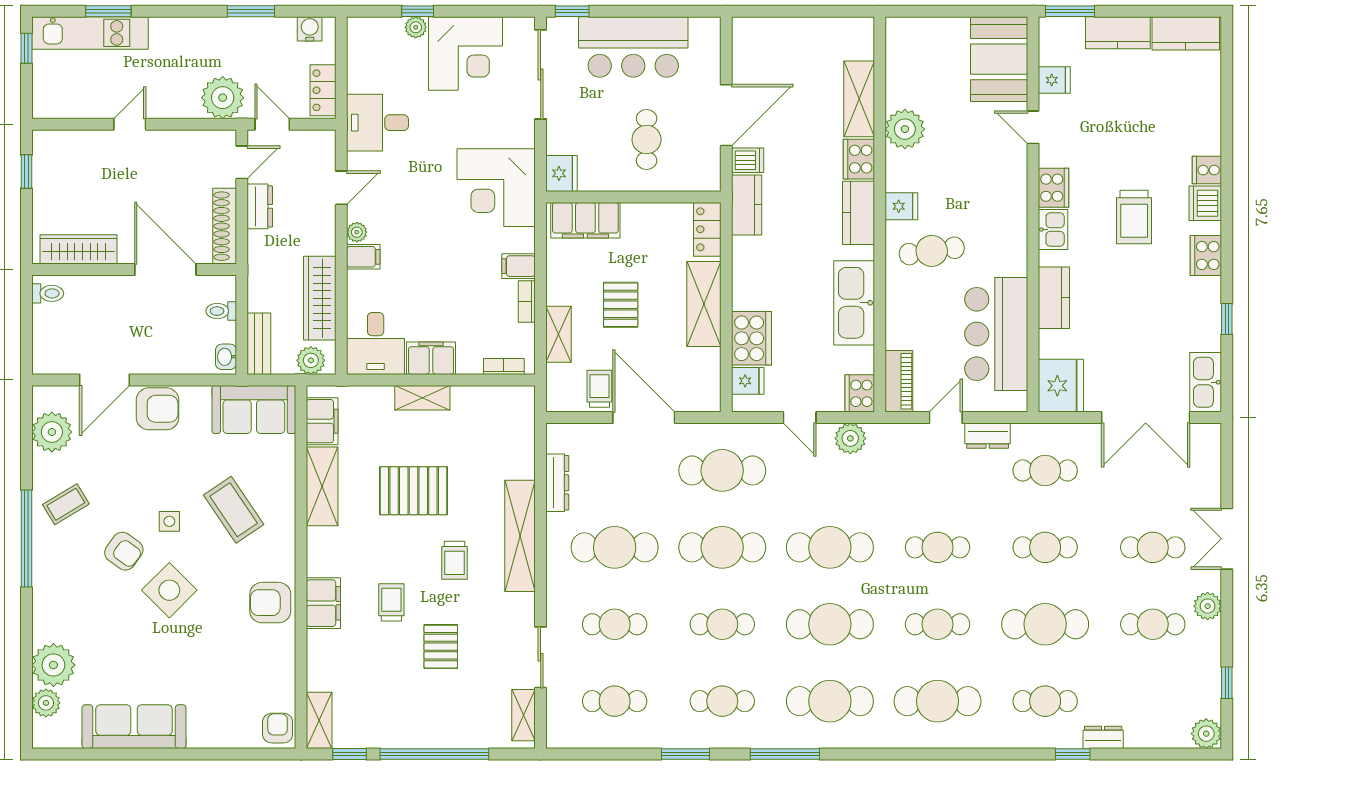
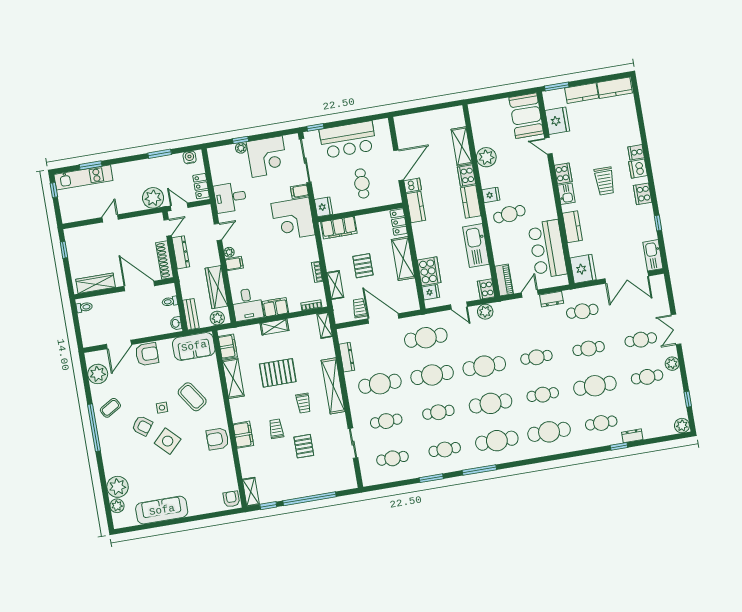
fridge: (1054, 80) -> (557, 121), width x1.88, depth x1.34
dresser: (260, 206) -> (181, 252), width x1.44
filing cabinet: (519, 266) -> (299, 191), moved
shelving: (524, 715) -> (325, 325), moved

